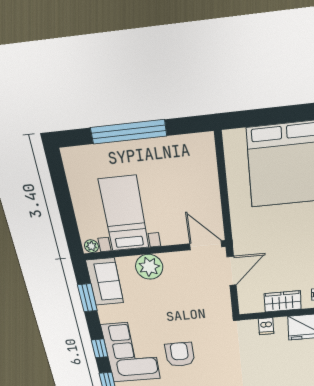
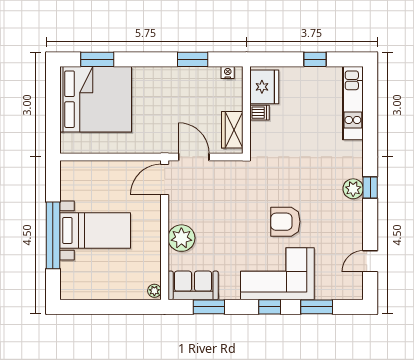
bed with nightstands: (124, 214) -> (95, 230), moved, turned 180
wardrobe: (283, 301) -> (232, 130), moved
dishwasher: (266, 326) -> (260, 113), moved

